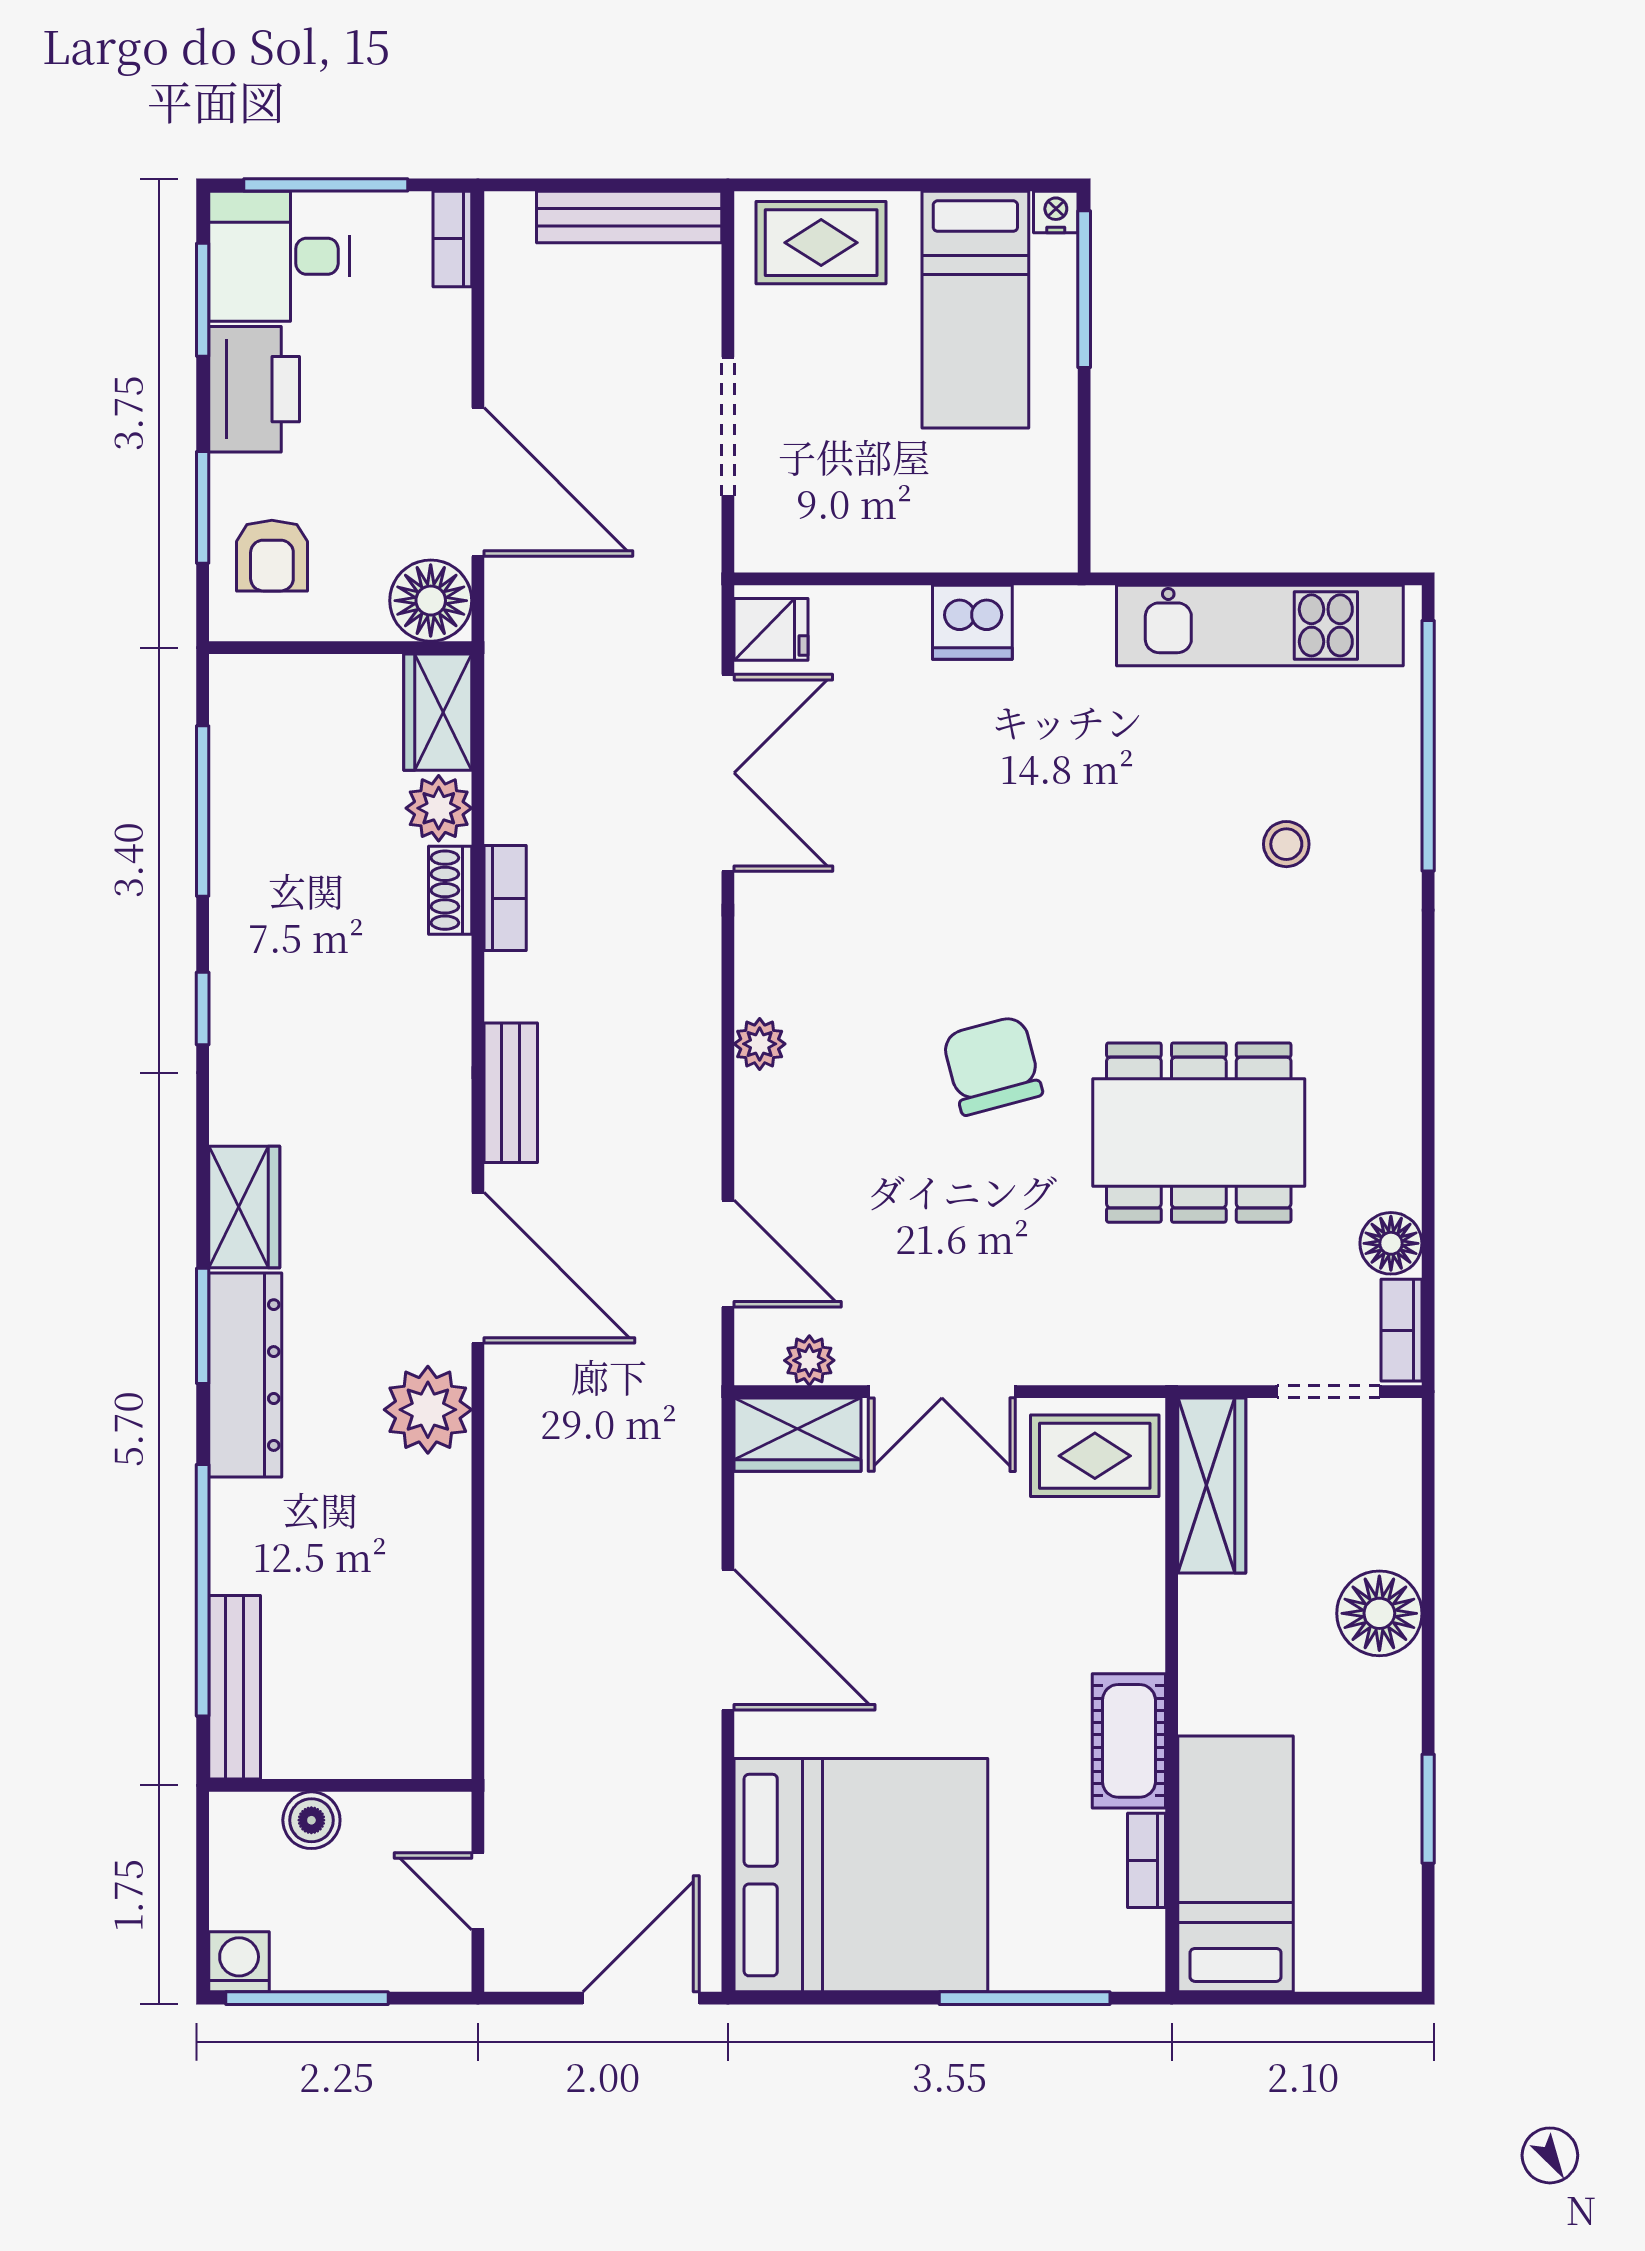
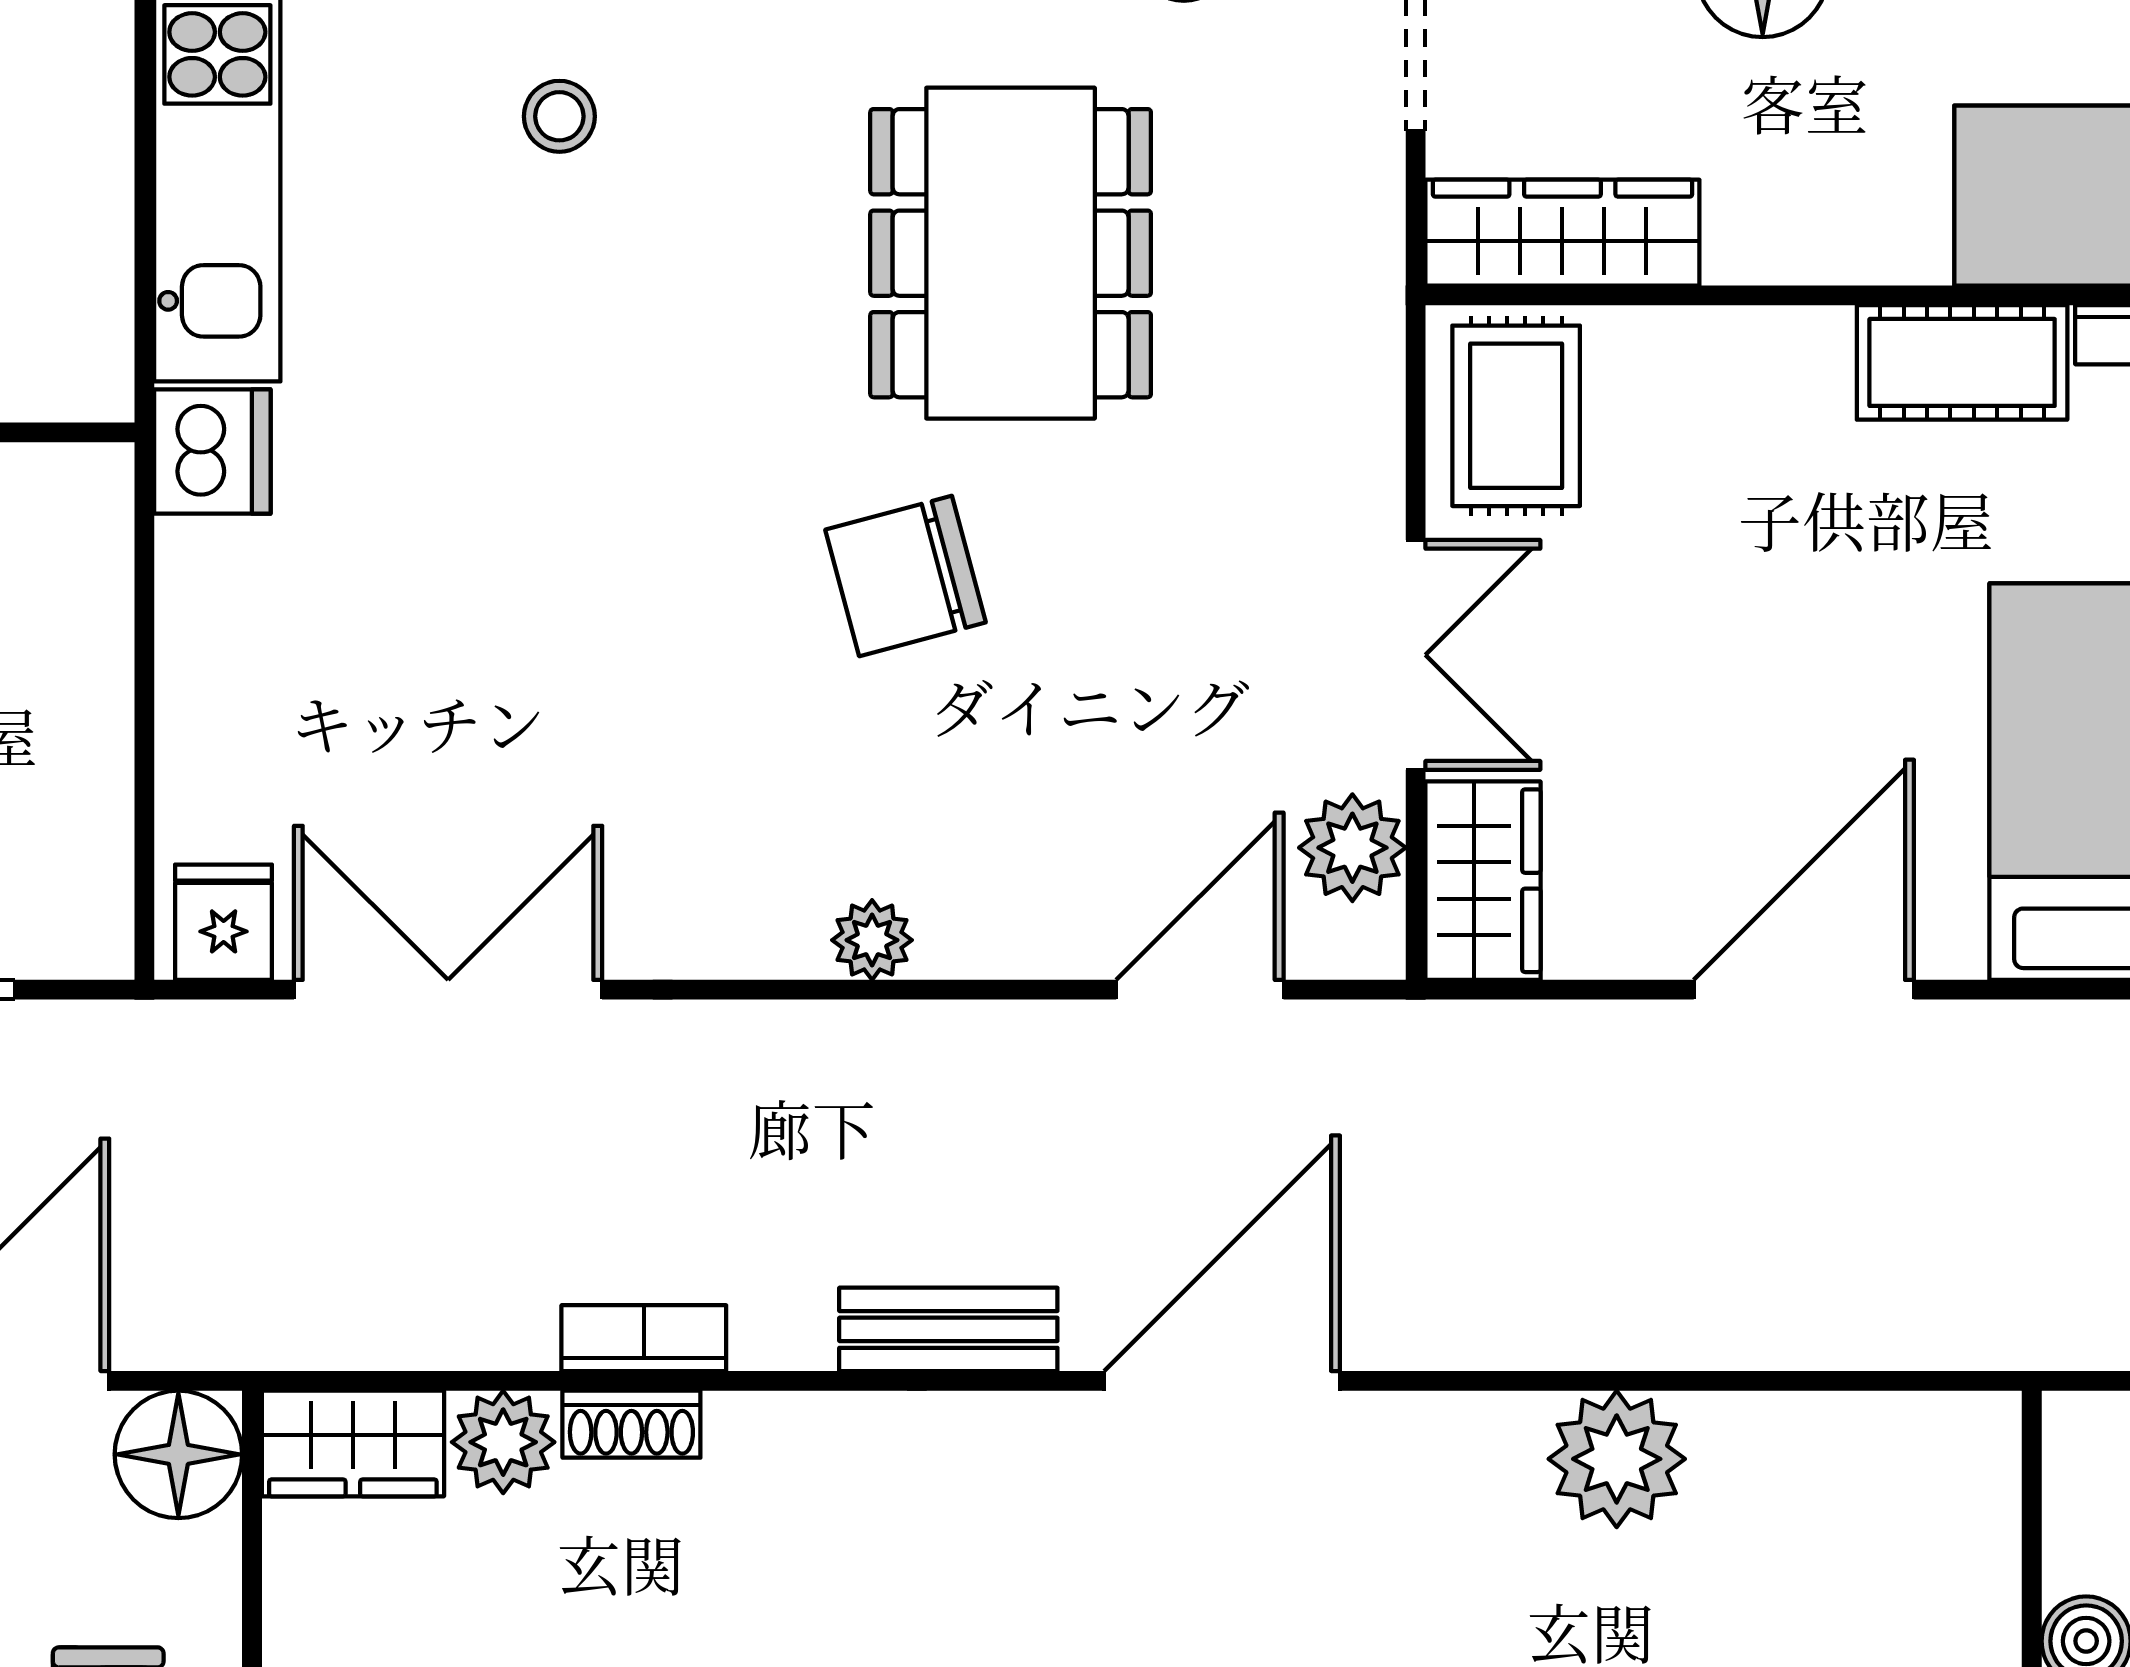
dishwasher: (972, 622) -> (212, 452), moved
plant: (809, 1360) -> (1352, 848), width x1.38, depth x1.38
plant: (428, 1410) -> (1617, 1459), moved

